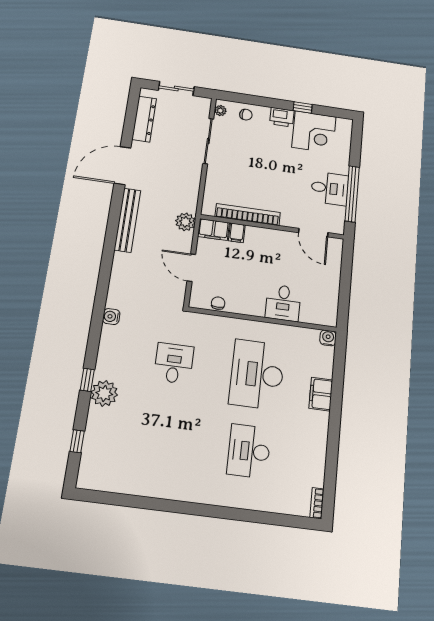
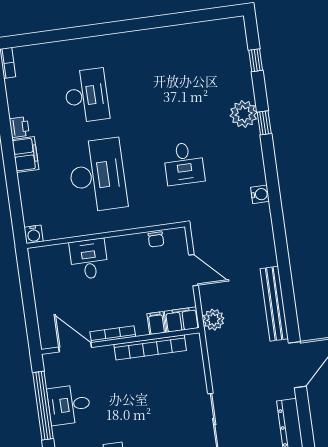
bookcase: (278, 234) -> (113, 334), added
filing cabinet: (321, 394) -> (25, 154), moved
printer: (319, 439) -> (19, 127), added

